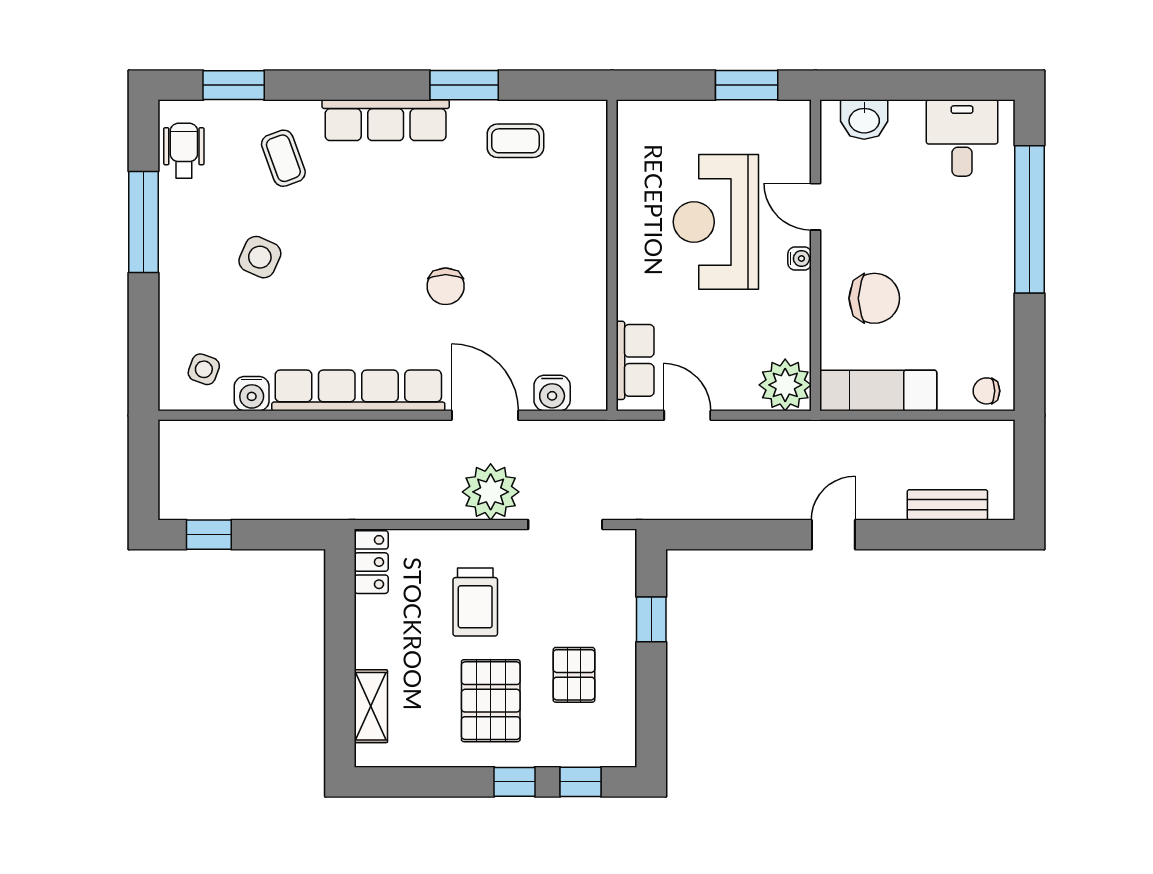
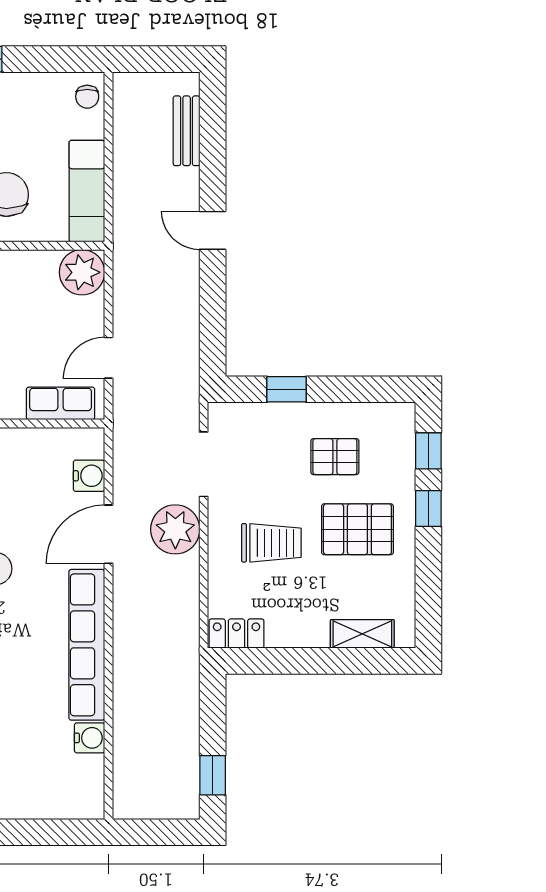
side table: (204, 369) -> (68, 780), removed

